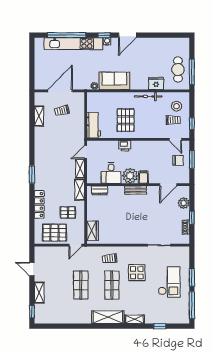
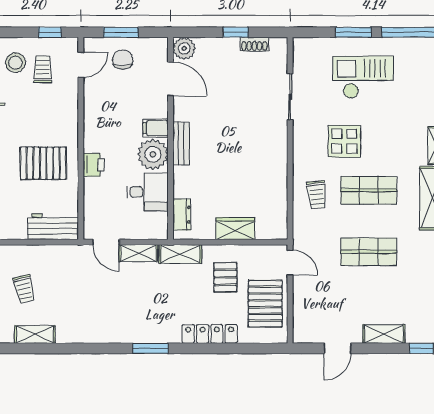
plant: (184, 203) -> (184, 48), moved
wardrobe: (93, 231) -> (235, 229), moved

